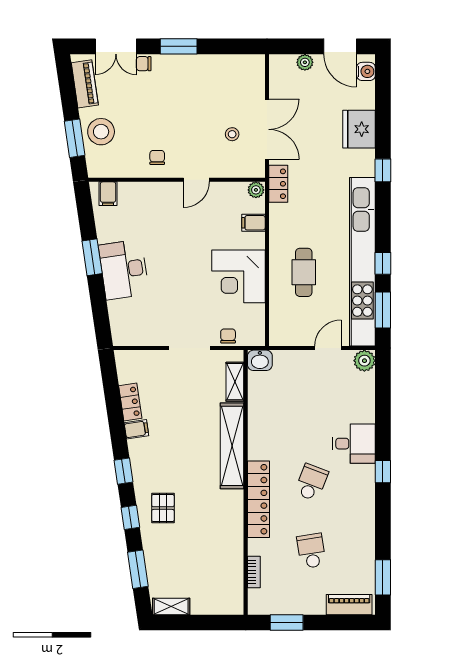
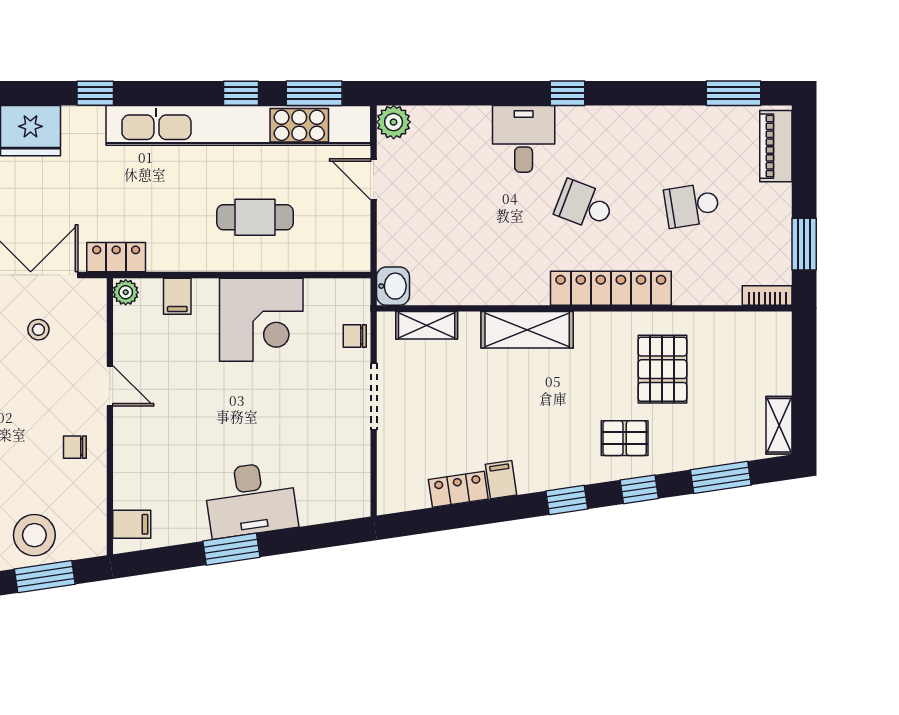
shelving: (232, 446) -> (527, 330), width x0.68
pallet: (207, 532) -> (662, 369), added
bookcase: (254, 572) -> (767, 295), moved

